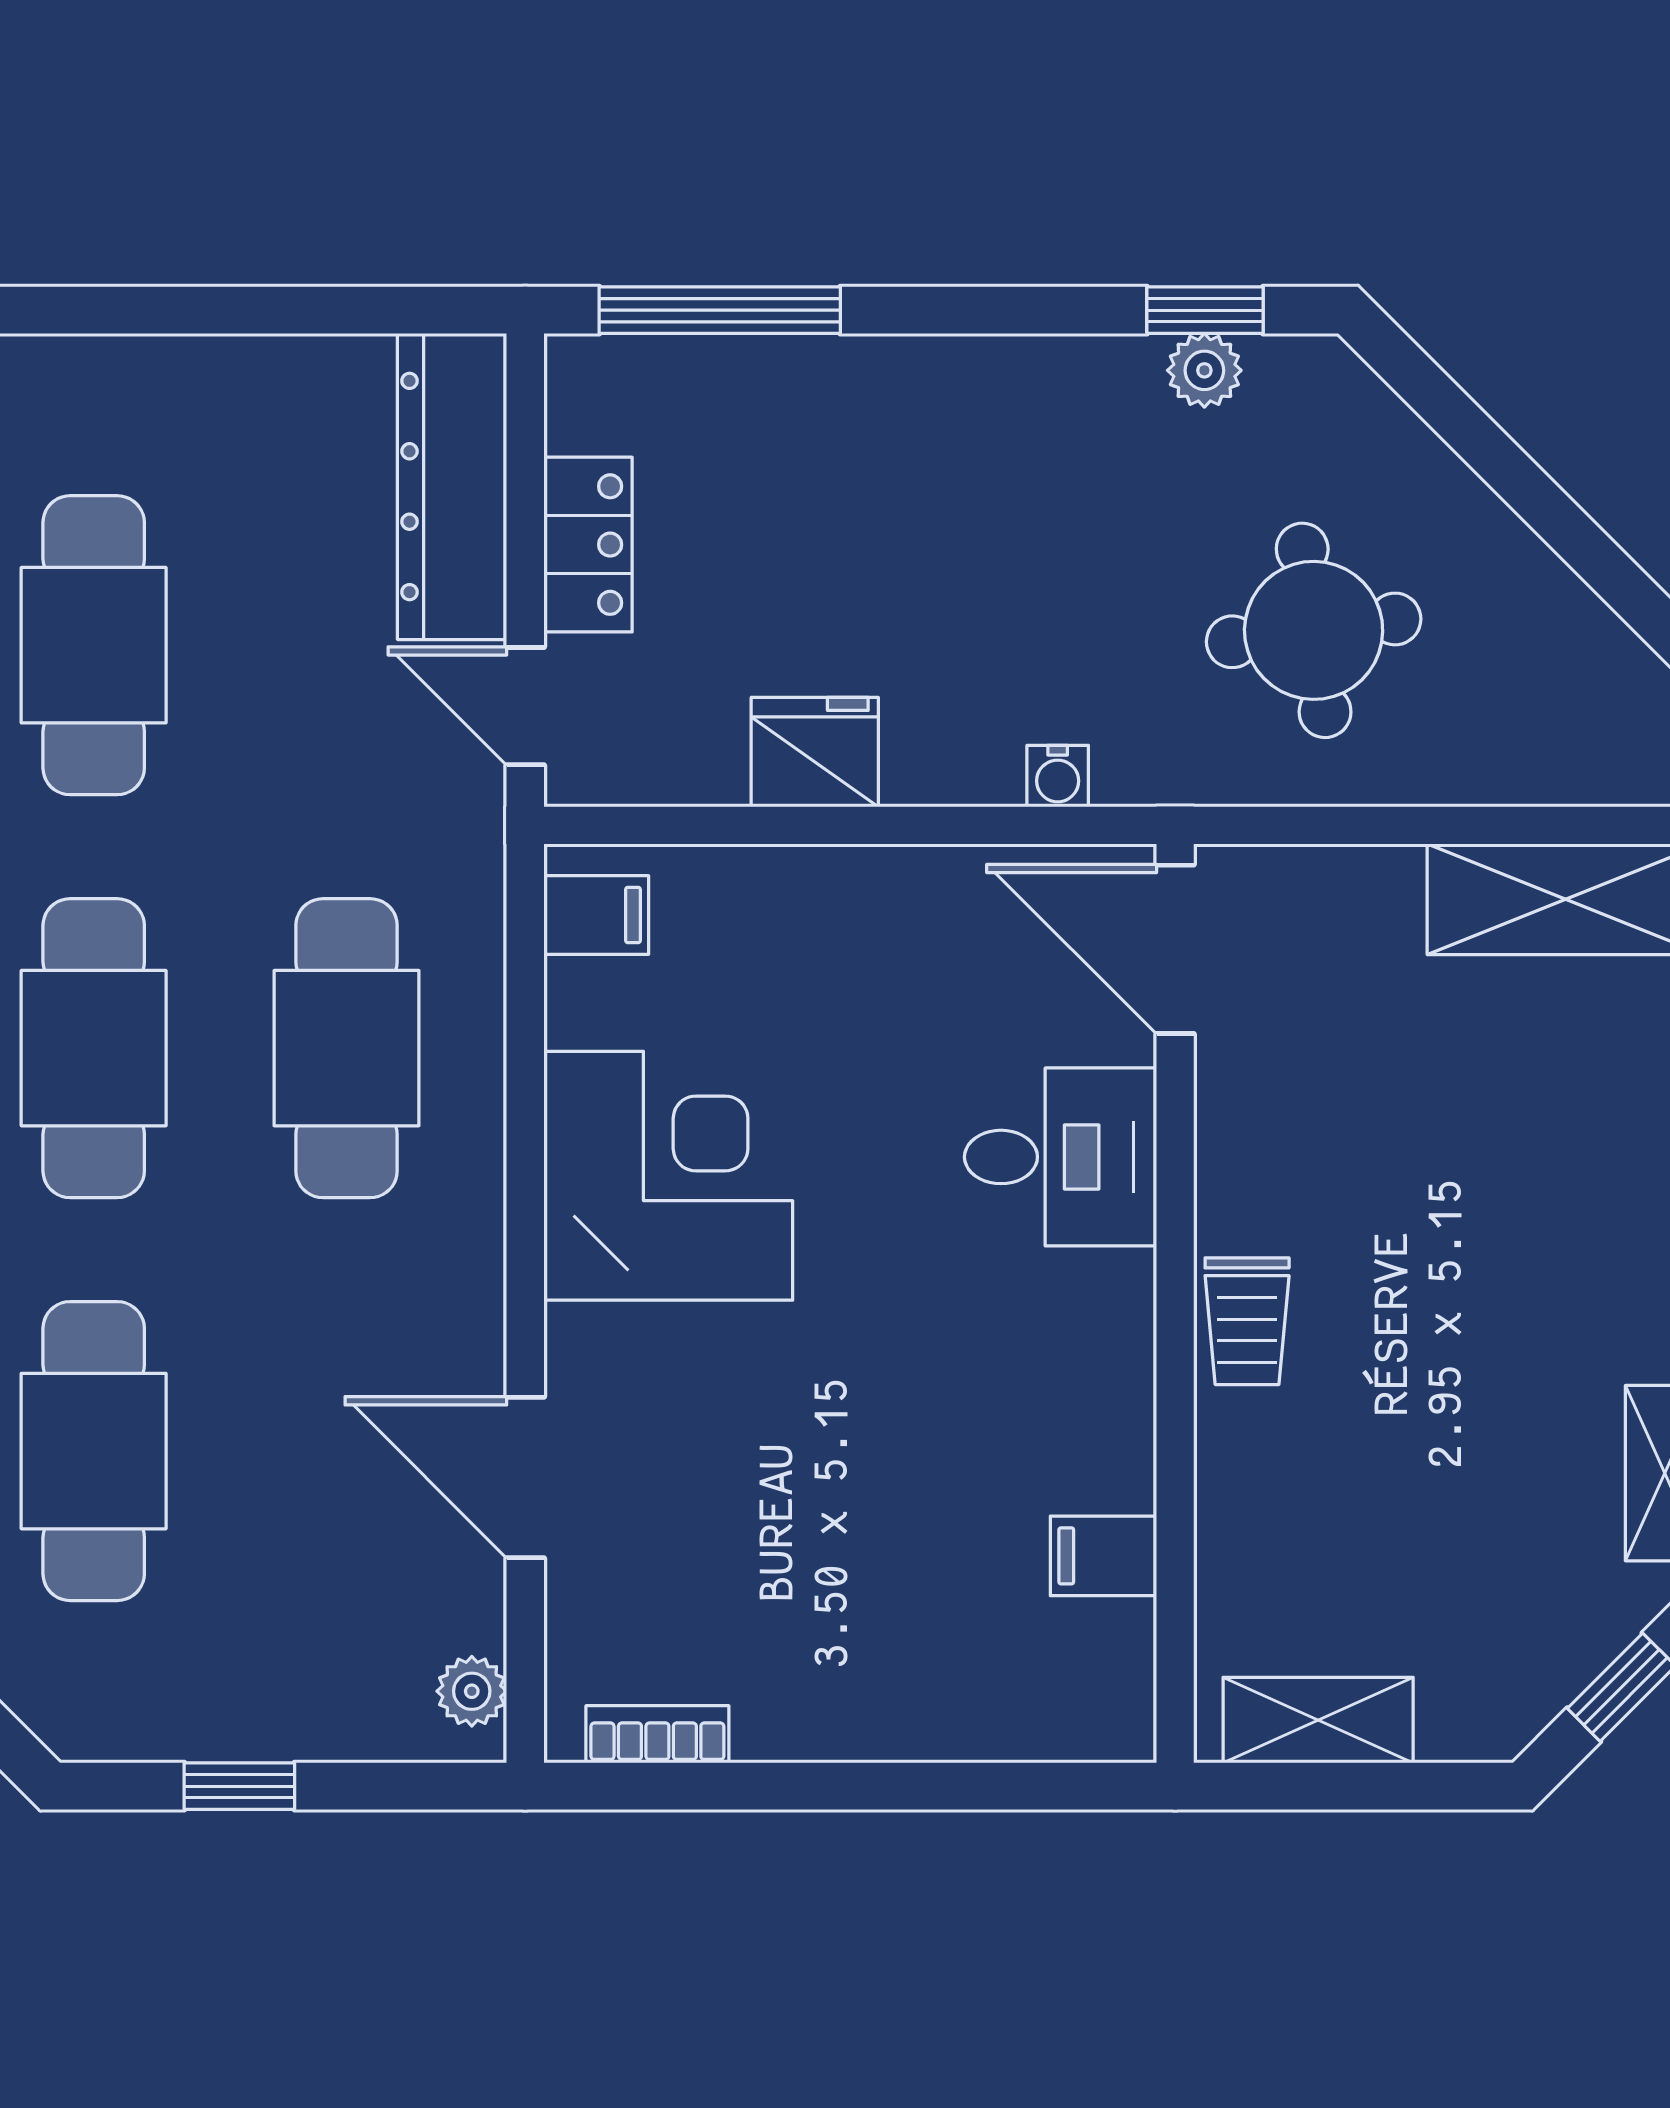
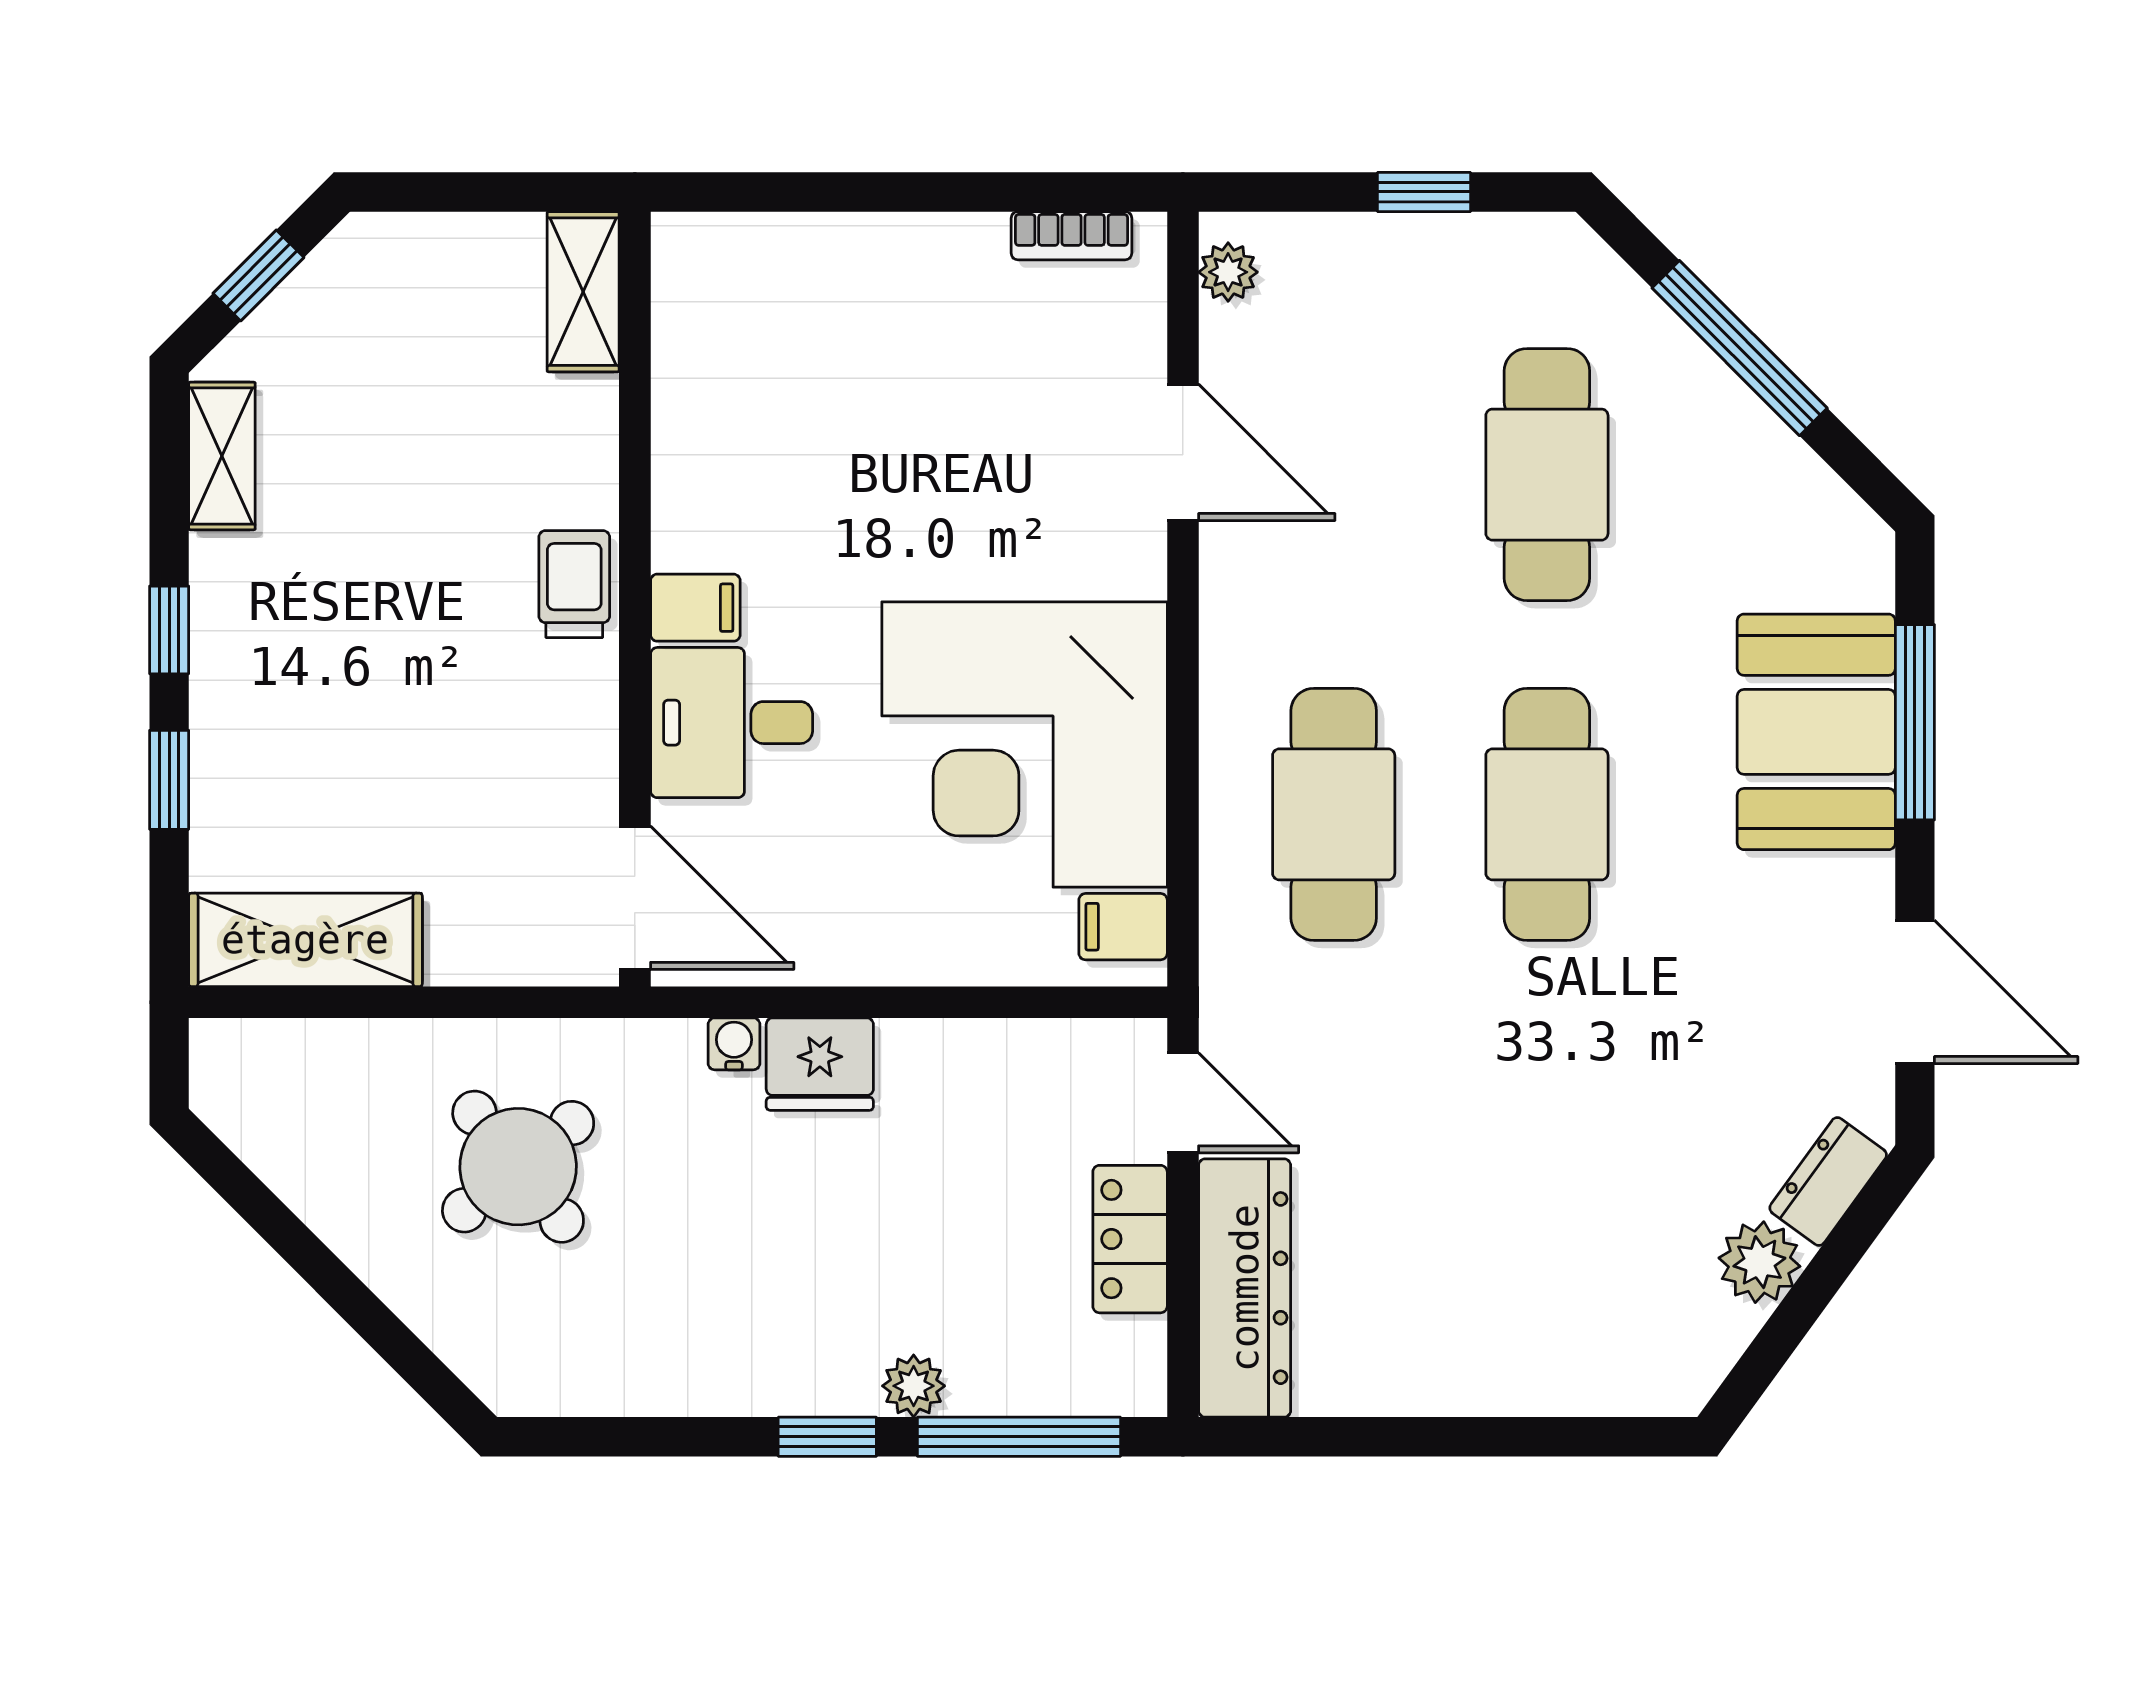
window: (1205, 310) -> (827, 1437), moved
plant: (1204, 370) -> (914, 1386), moved
round table: (1314, 630) -> (518, 1167), turned -31
cafe table: (94, 645) -> (1547, 1154), removed
fridge: (815, 752) -> (820, 1064), moved
corner desk: (668, 1176) -> (1025, 745), width x1.36, depth x1.36
filing cabinet: (1103, 1556) -> (695, 608), moved
shelving: (1318, 1720) -> (583, 292), moved, turned 90

